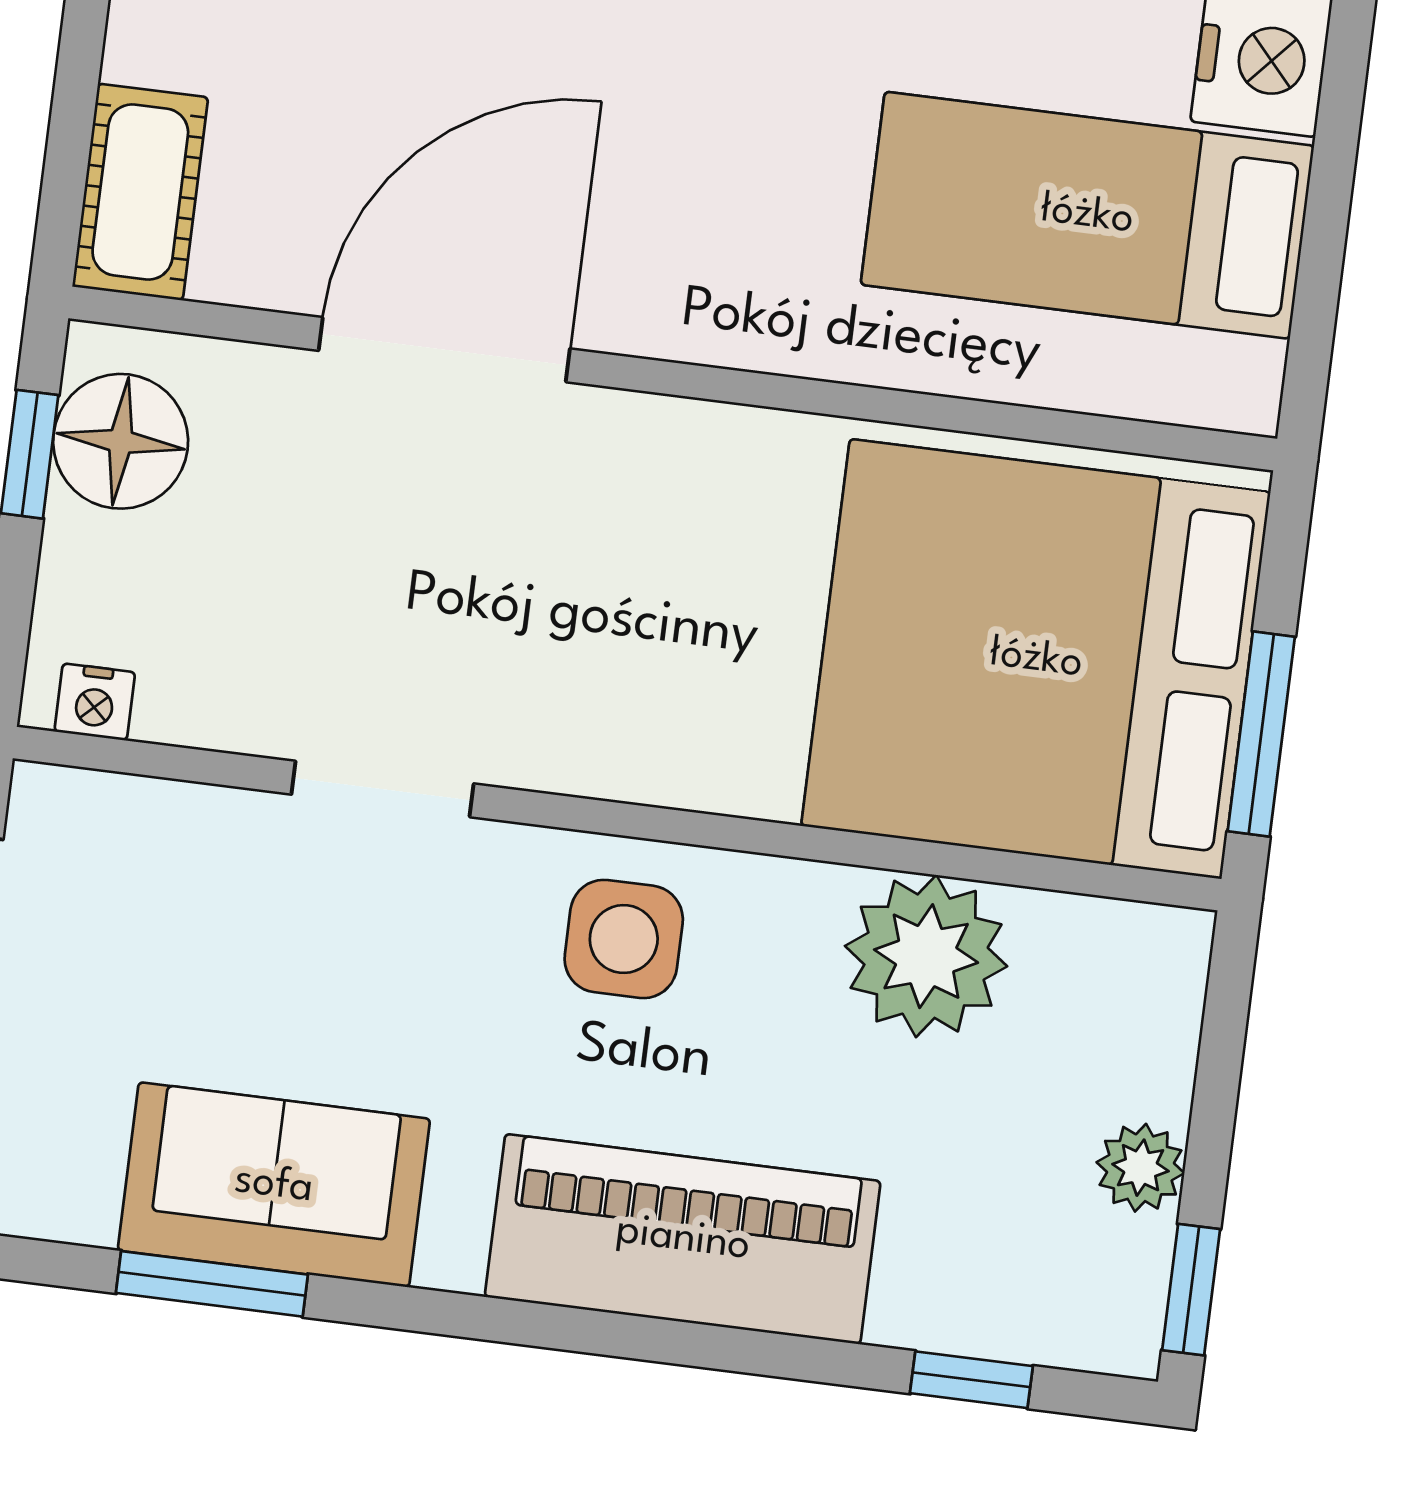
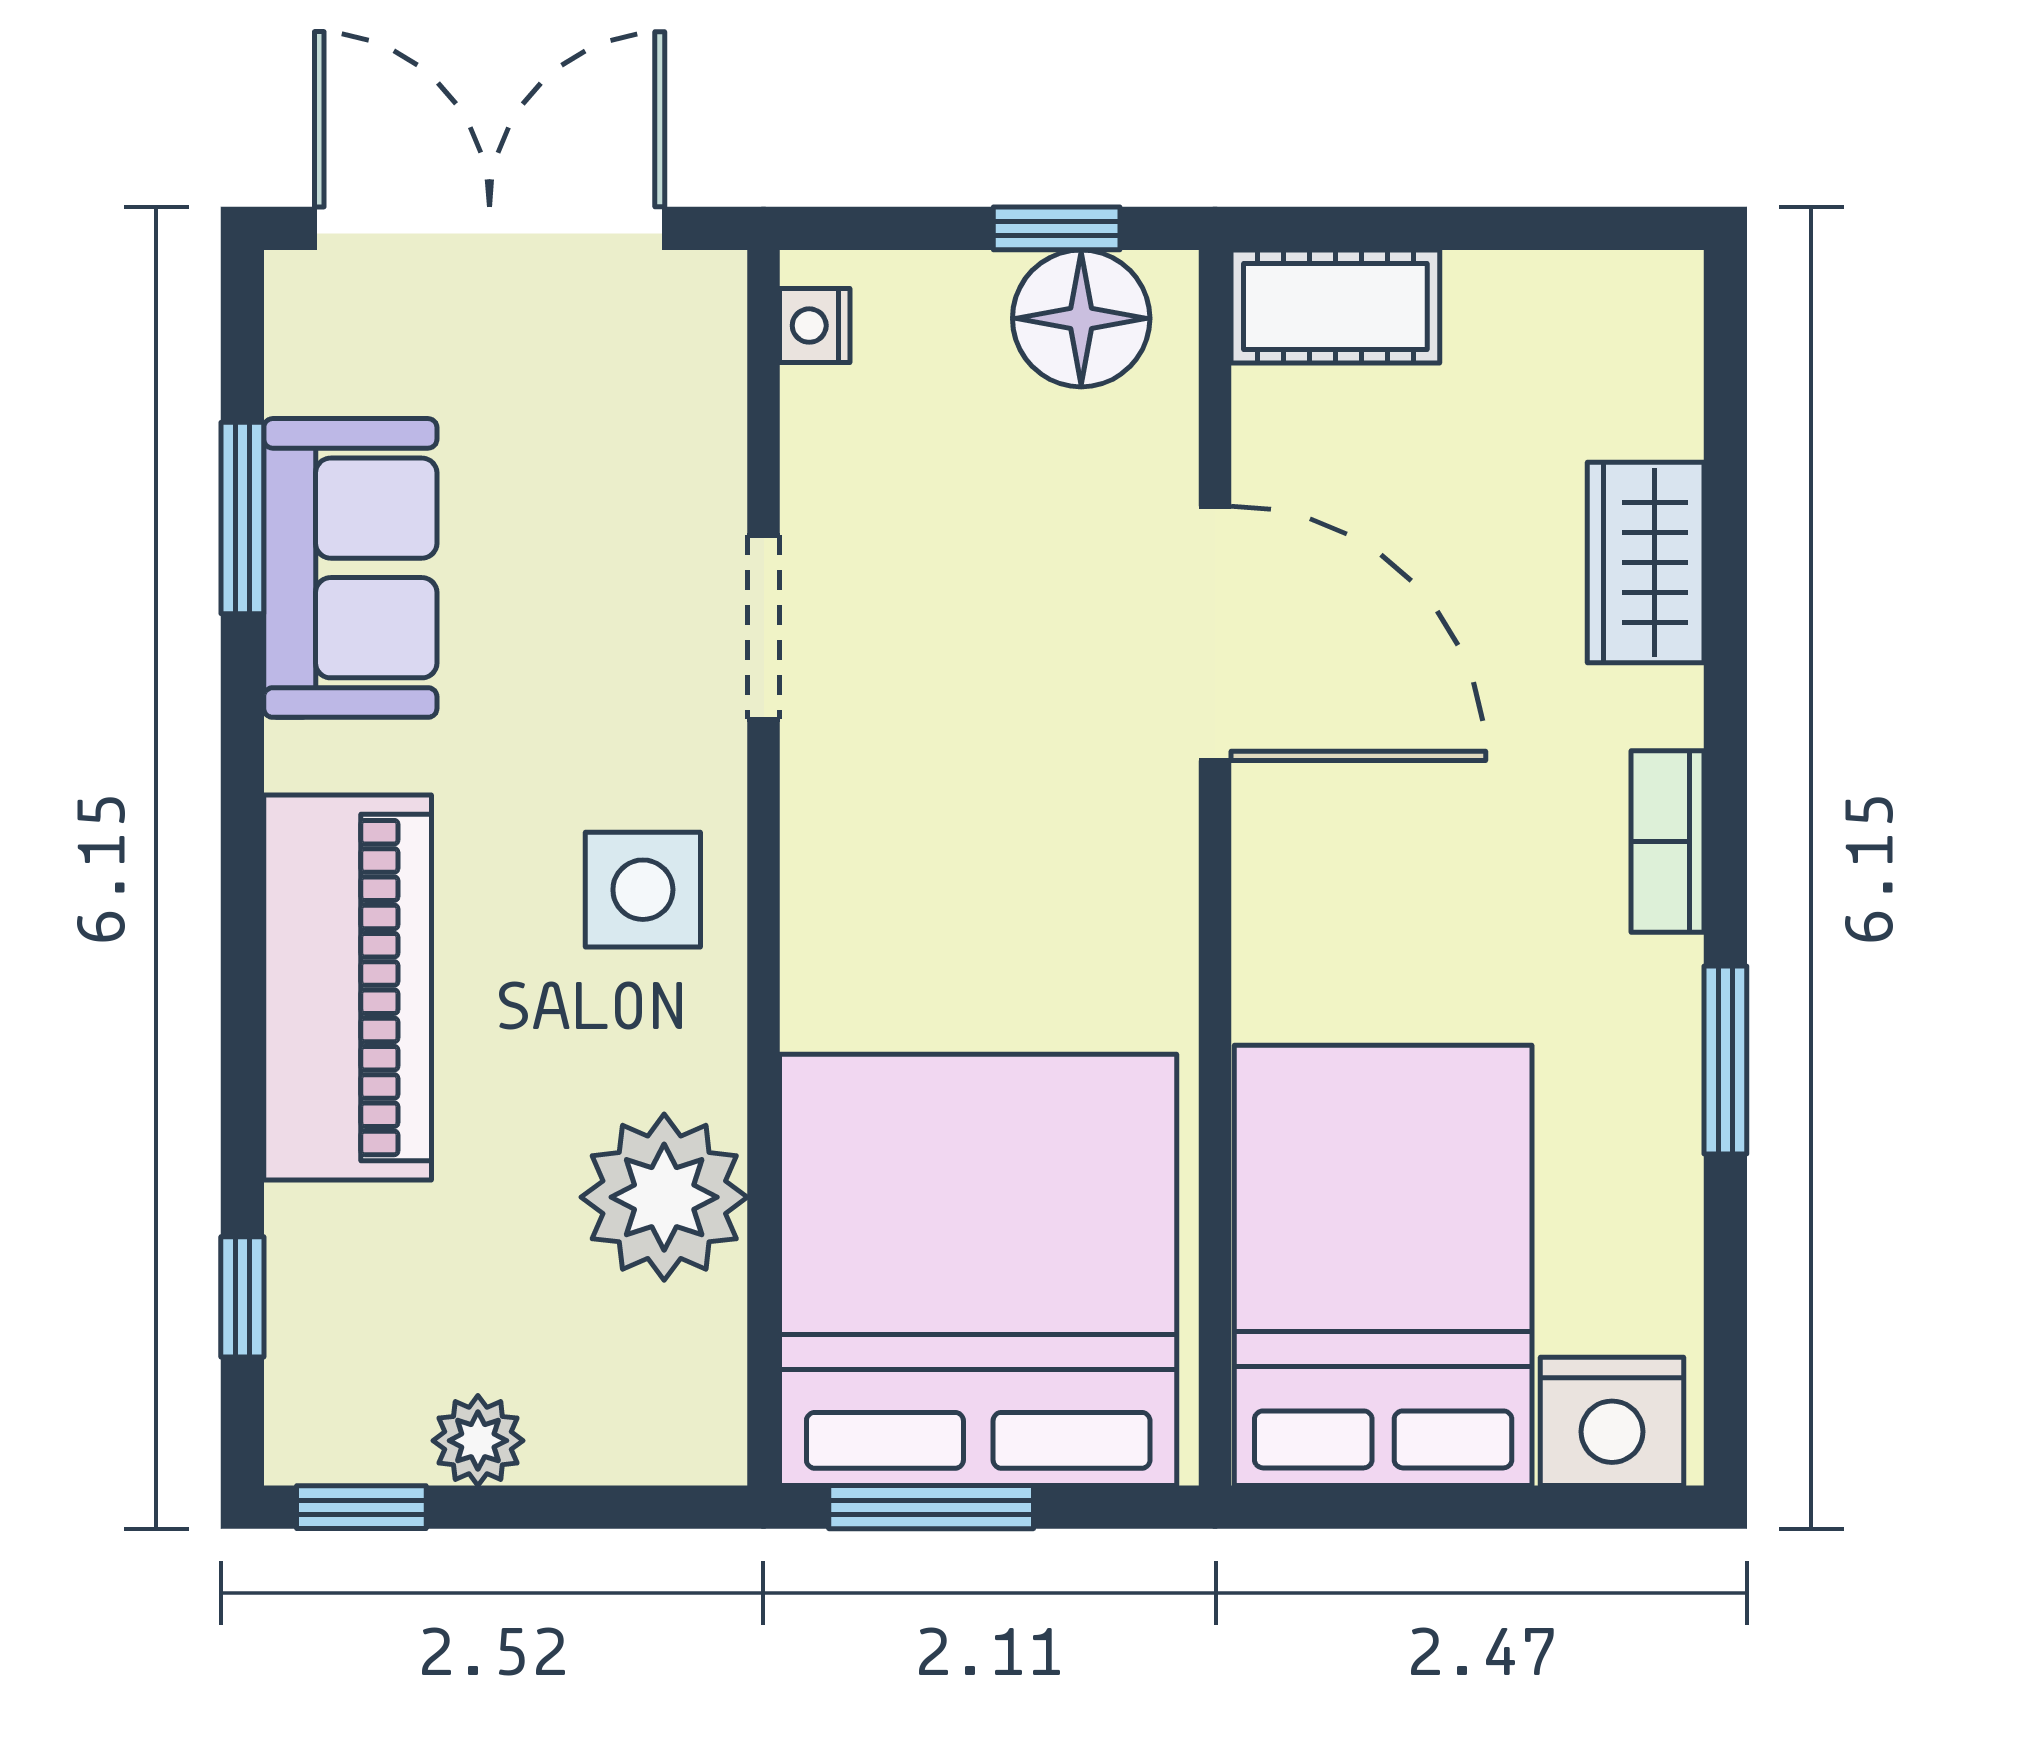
bed: (1087, 215) -> (1383, 1265), width x1.50

